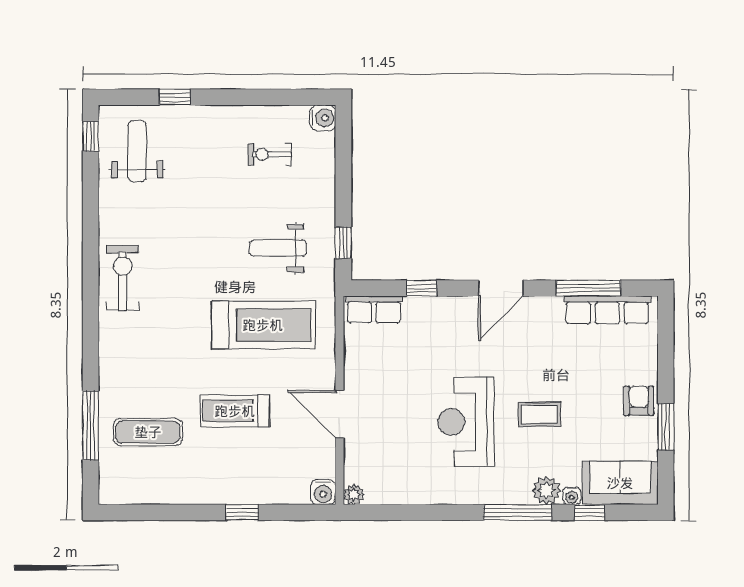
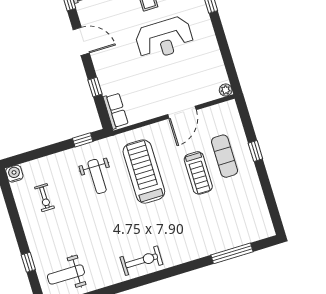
exercise bike: (123, 278) -> (141, 261), turned 180
exercise mat: (148, 432) -> (225, 156), moved
water cooler: (323, 492) -> (230, 108), removed

